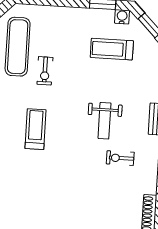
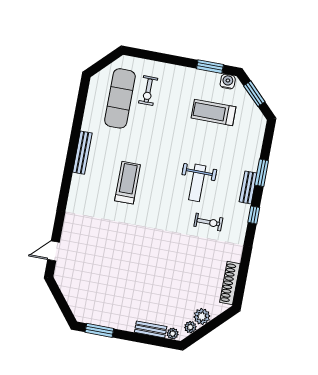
exercise bike: (45, 71) -> (148, 91), moved
exercise bike: (120, 158) -> (208, 222), turned 180

